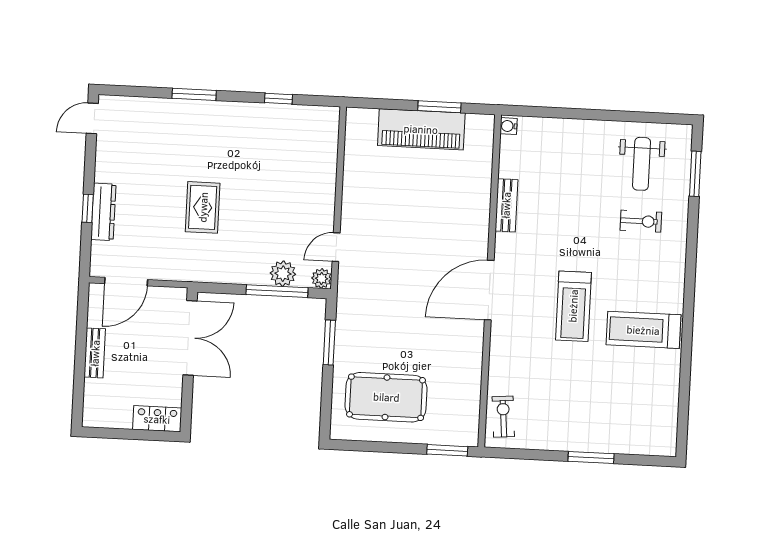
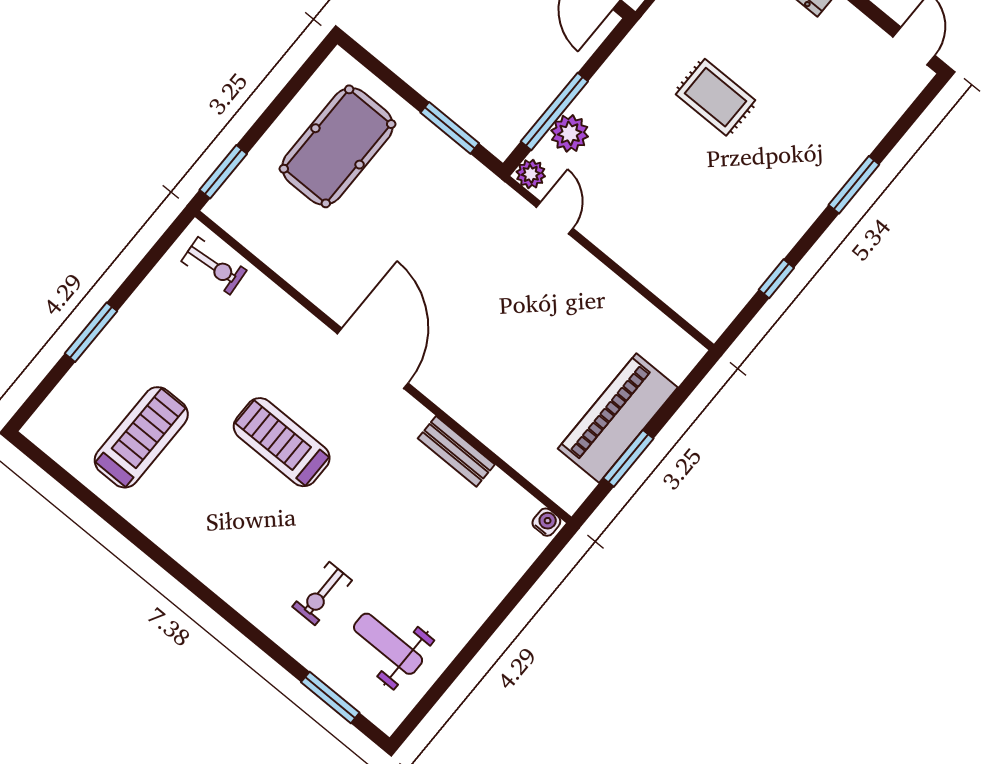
treadmill: (643, 330) -> (141, 437), moved

